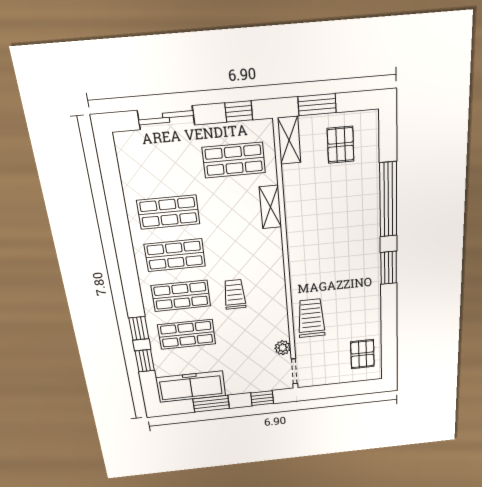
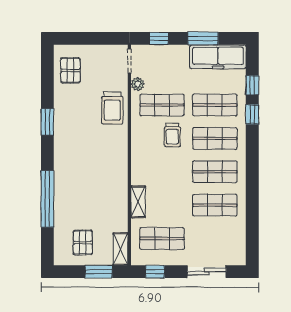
window: (389, 268) -> (47, 122), moved
shop shelf: (251, 328) -> (162, 105), added

